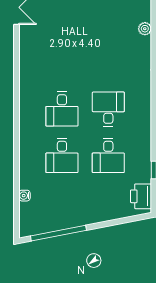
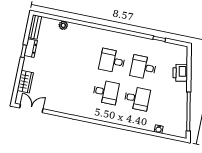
desk: (108, 156) -> (143, 67), turned 180
printer: (141, 196) -> (180, 73), moved, turned 79

